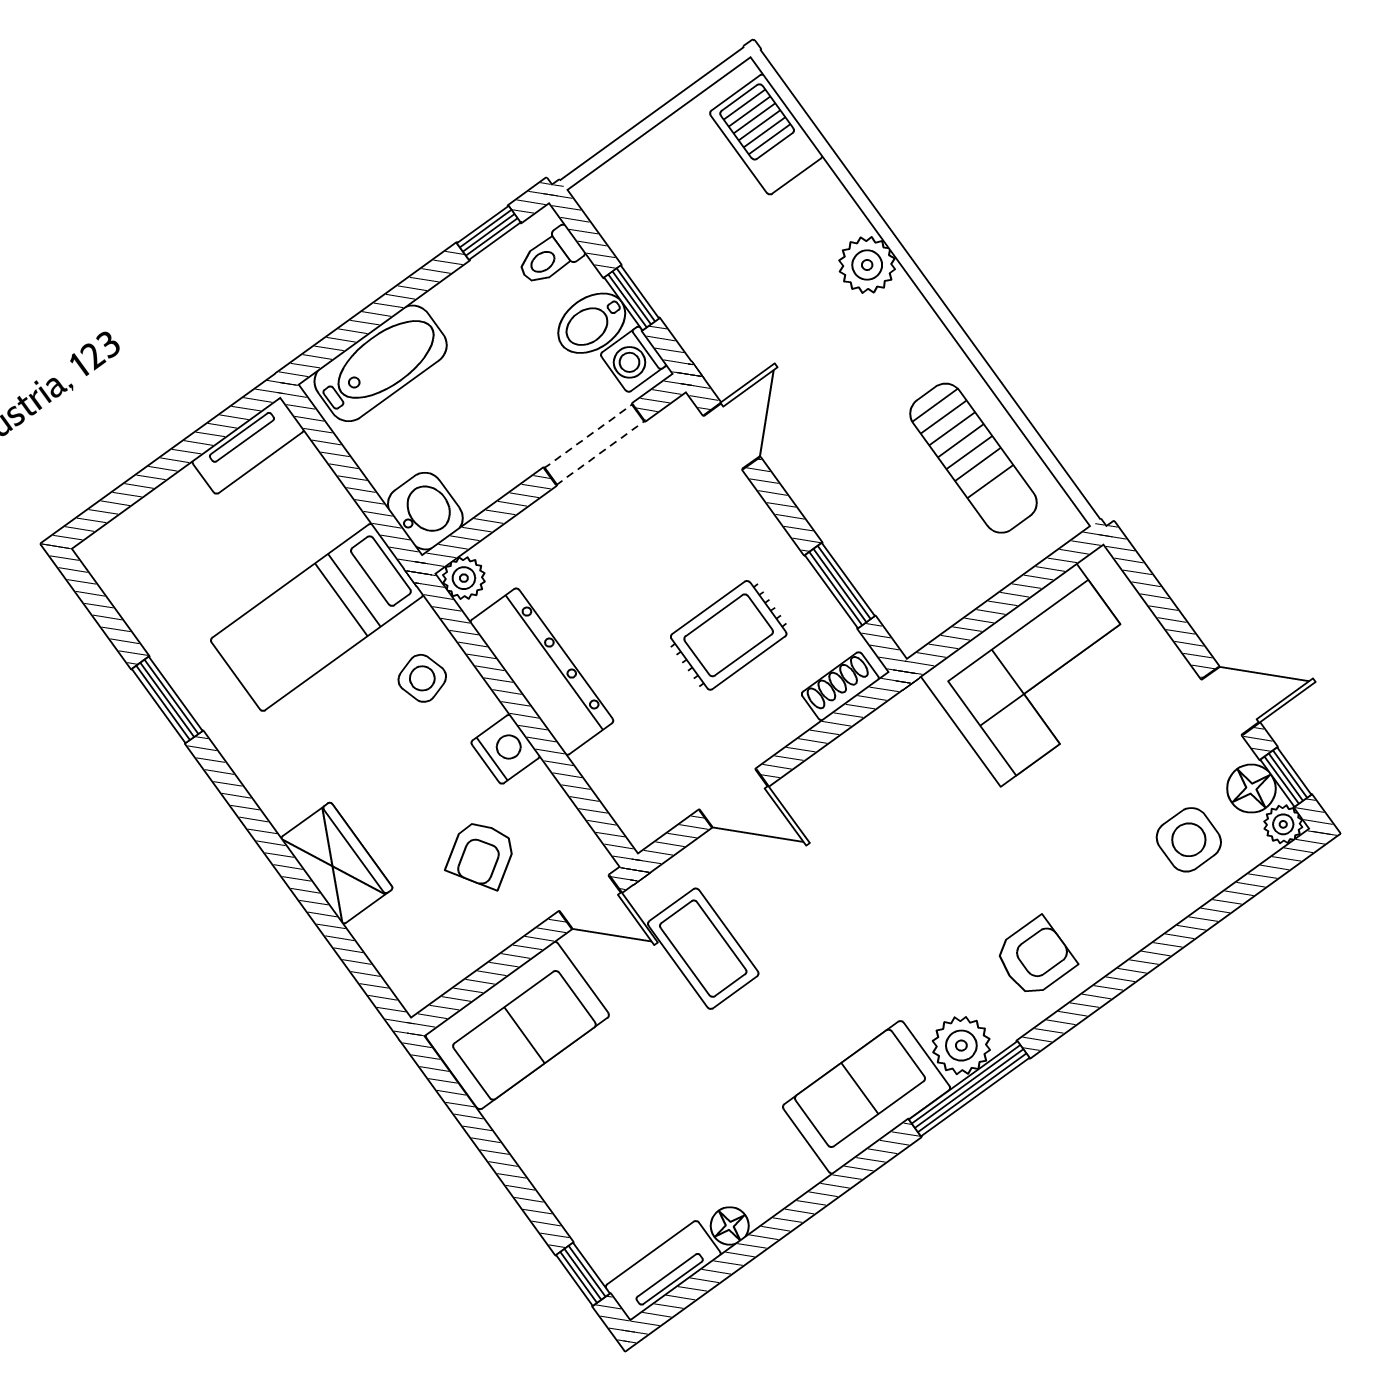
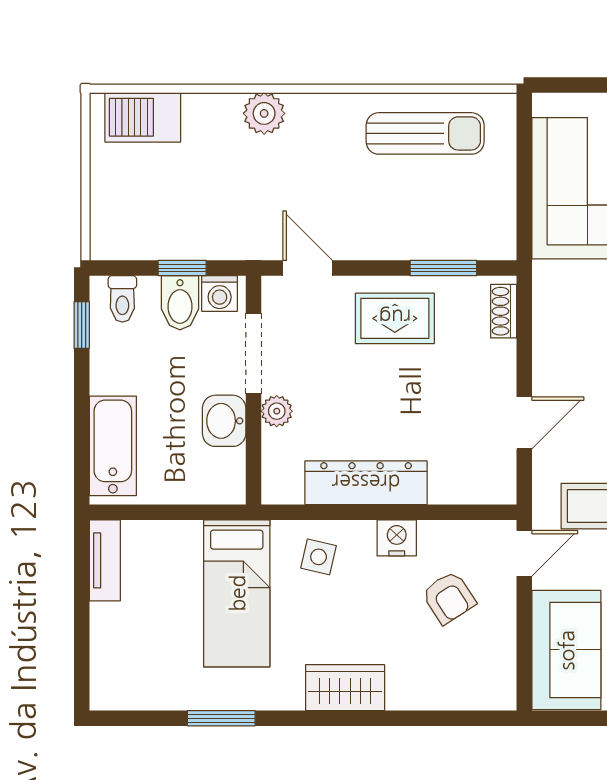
washbasin: (425, 511) -> (224, 421), moved, turned -90
plant: (464, 578) -> (277, 411), moved
rug: (729, 635) -> (395, 318), moved, turned 90
side table: (422, 678) -> (319, 557), turned 30
wardrobe: (337, 863) -> (345, 688), moved

